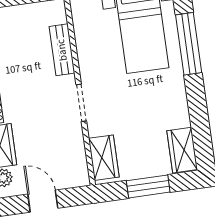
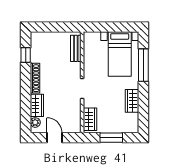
bench: (62, 50) -> (76, 48), moved
wardrobe: (182, 150) -> (132, 101), moved

